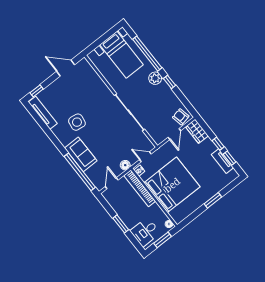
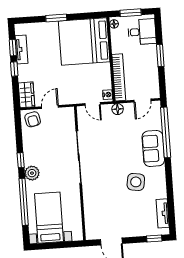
tv unit: (43, 113) -> (163, 213), width x0.71
bed: (172, 185) -> (84, 41), moved

